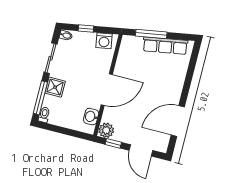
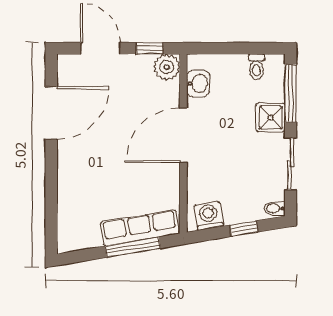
row of seats: (165, 46) -> (140, 228), moved
toilet: (44, 115) -> (257, 67), moved

